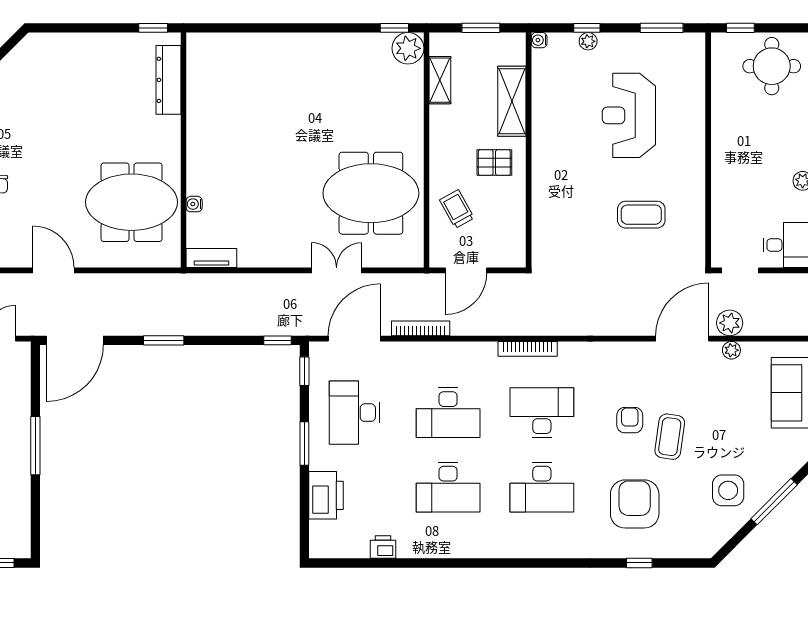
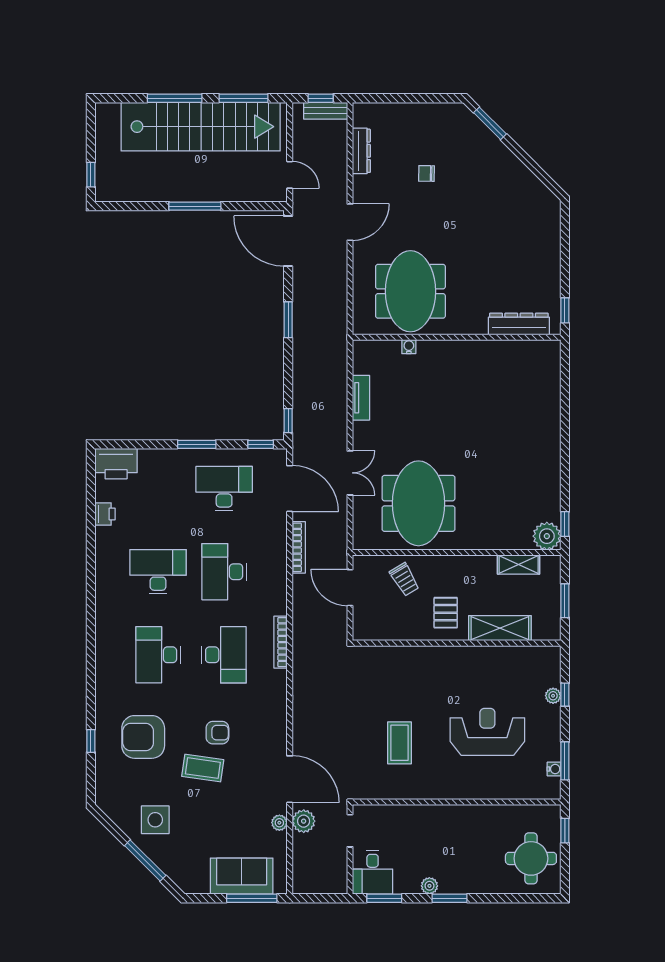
water cooler: (539, 40) -> (554, 769), moved, turned 90
trolley: (457, 209) -> (404, 579), turned 88
tv unit: (211, 258) -> (361, 398), moved
desk: (448, 487) -> (158, 572), turned 90
printer: (326, 495) -> (116, 464), moved
armchair: (635, 504) -> (143, 737), turned 180

